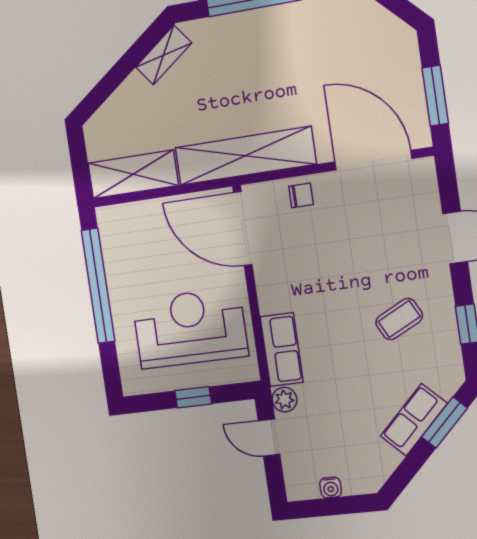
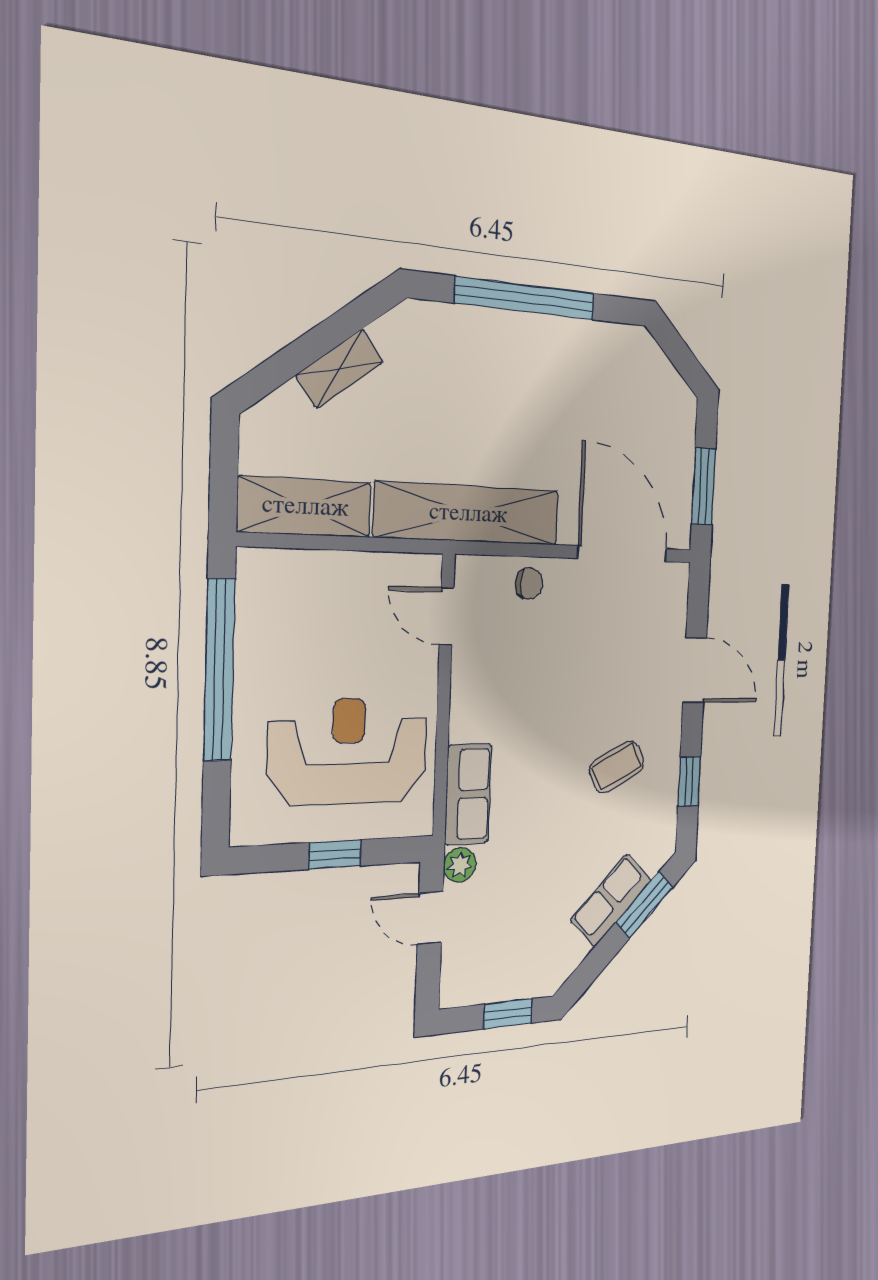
shelving: (164, 55) -> (340, 369), moved
door: (243, 229) -> (447, 616), width x0.53
water cooler: (331, 487) -> (497, 989), removed
window: (342, 505) -> (508, 1014), added

